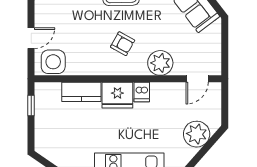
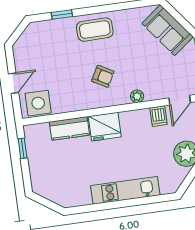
plant: (160, 63) -> (137, 96), width x0.53, depth x0.53
dishwasher: (142, 92) -> (159, 116), moved

